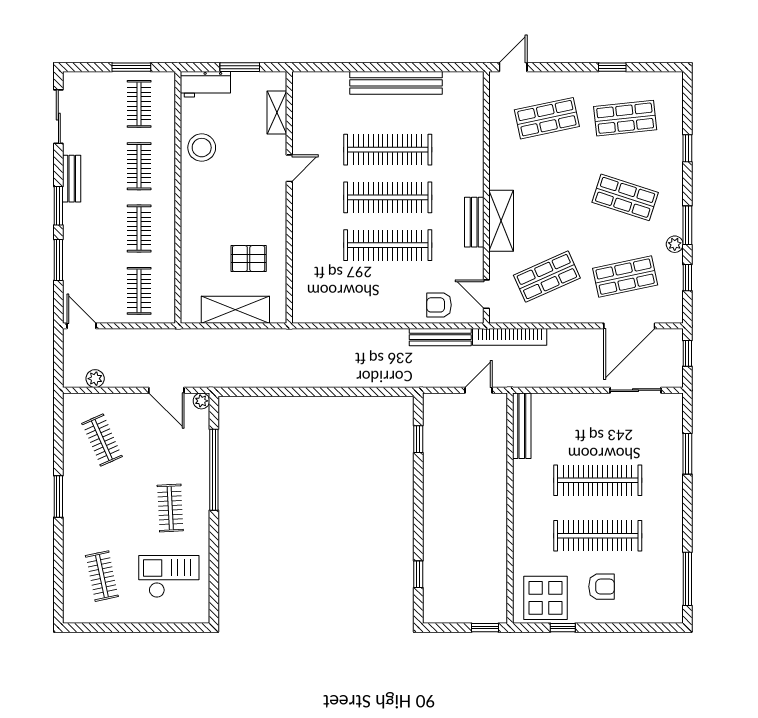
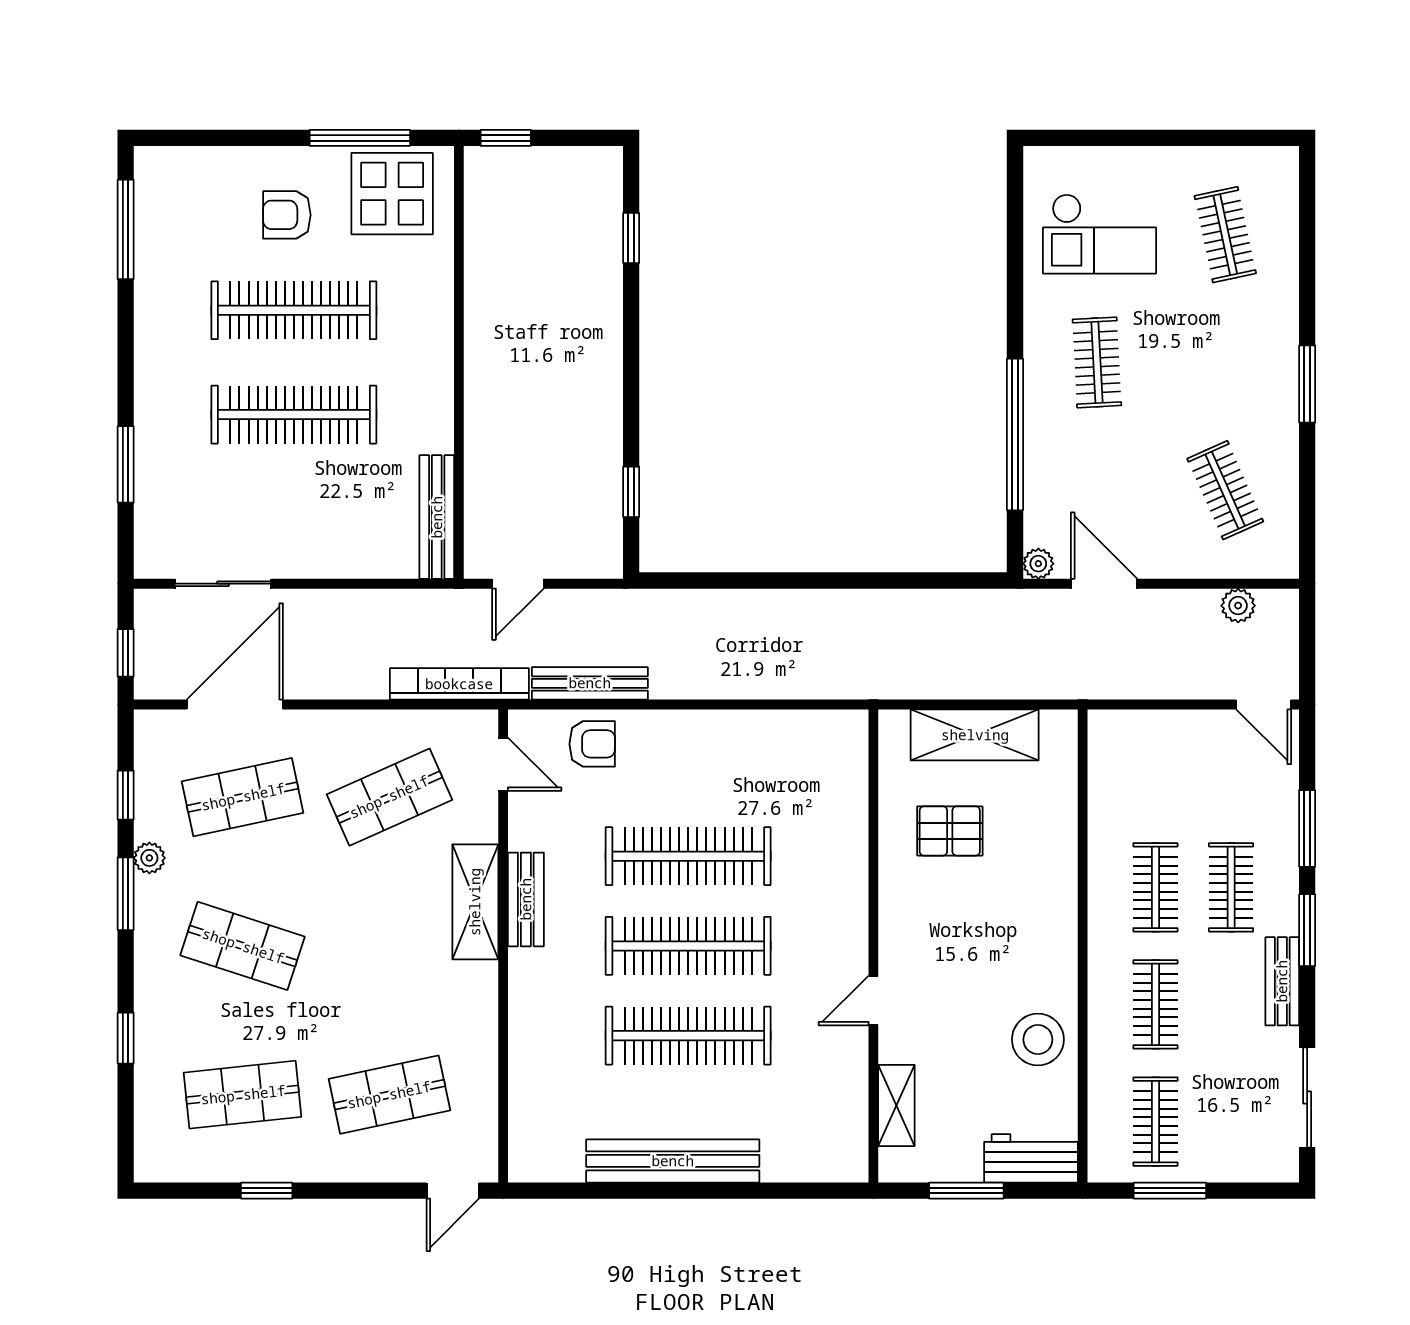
clothes rail: (139, 291) -> (1231, 887), moved
window: (563, 628) -> (360, 138), width x2.17

